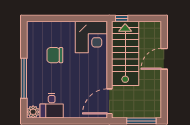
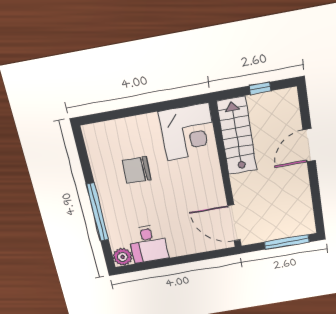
window: (122, 18) -> (260, 88), moved
stairs: (125, 53) -> (237, 136), width x0.73, depth x0.66
door: (109, 101) -> (234, 223), hinge flipped

